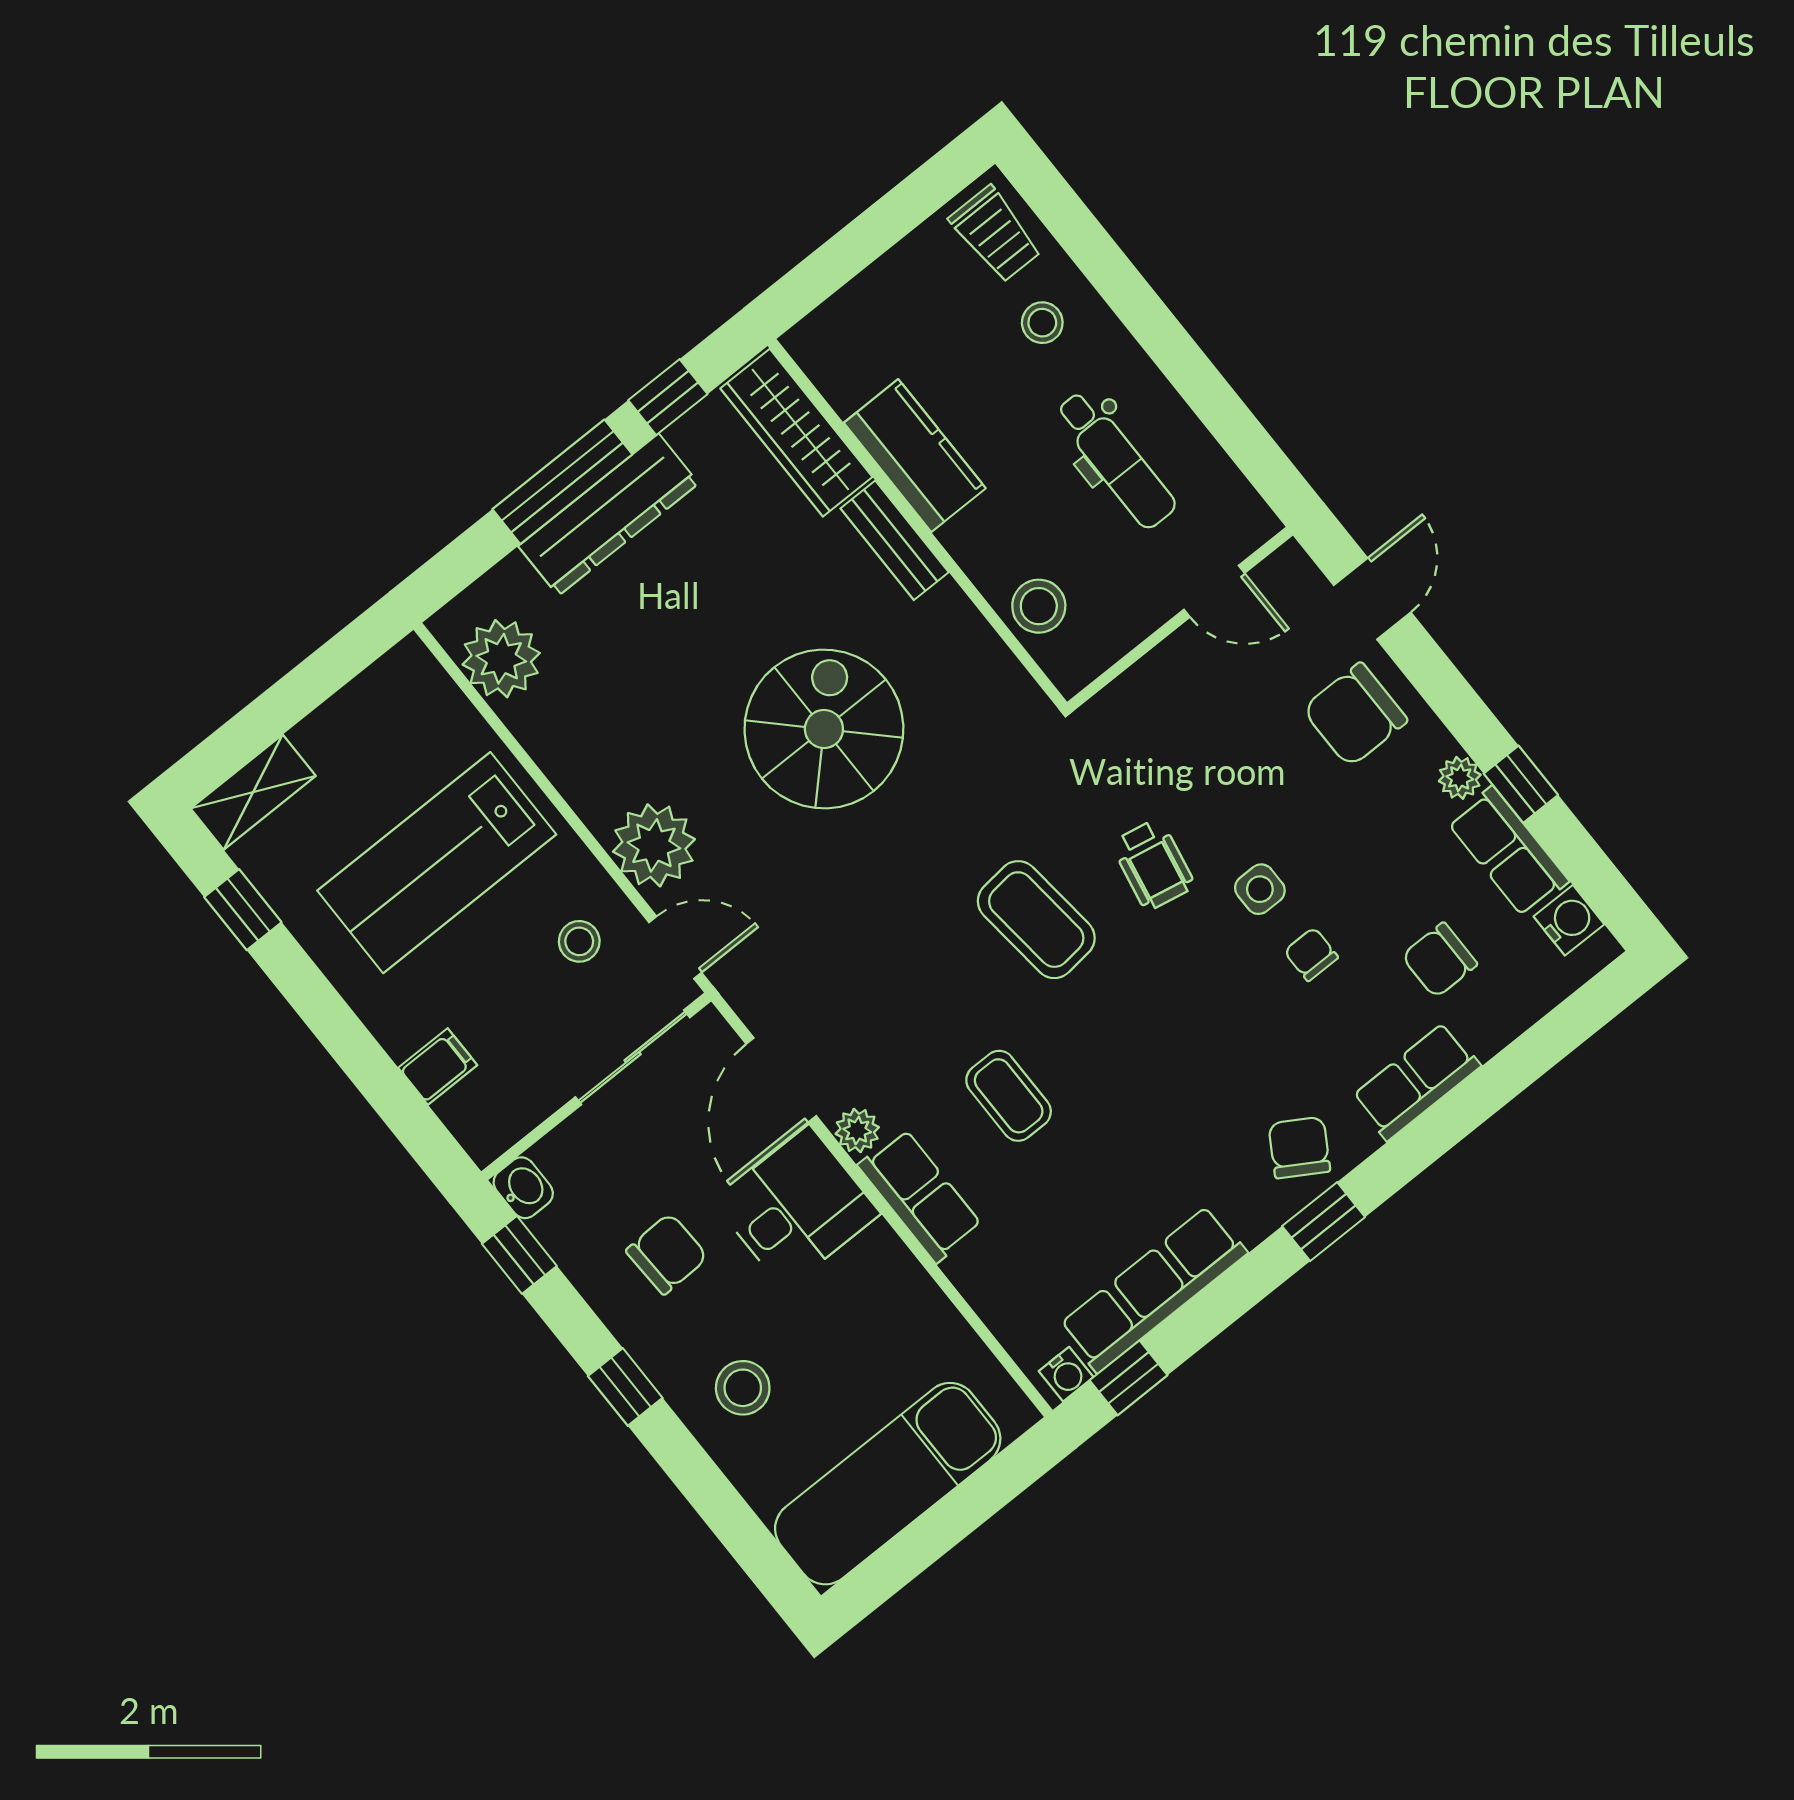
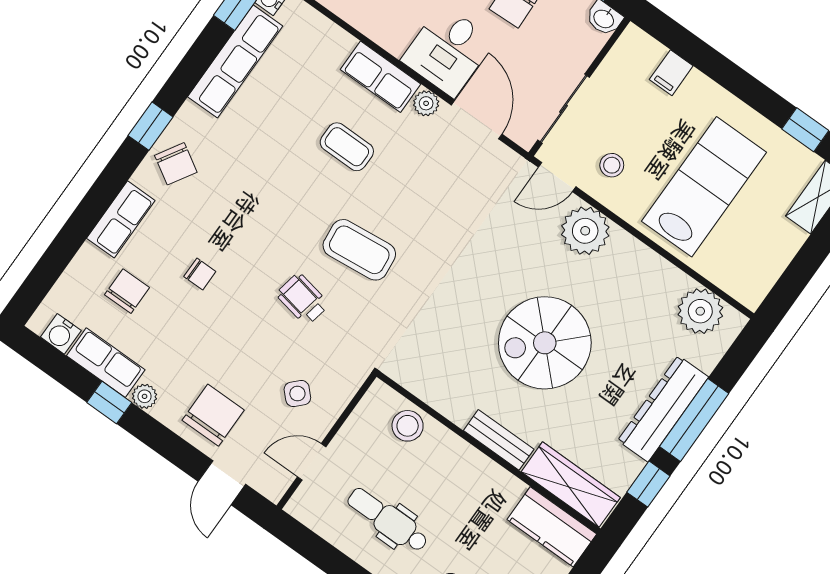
kitchen counter: (915, 456) -> (552, 527), moved
spiral stairs: (824, 729) -> (545, 343), moved, turned 90
side table: (1260, 889) -> (297, 394), moved, turned 45

